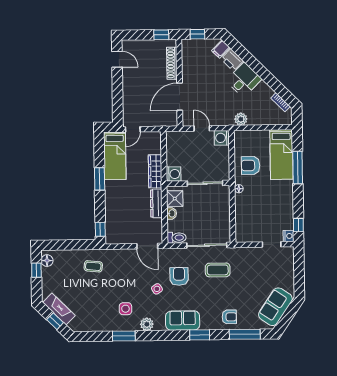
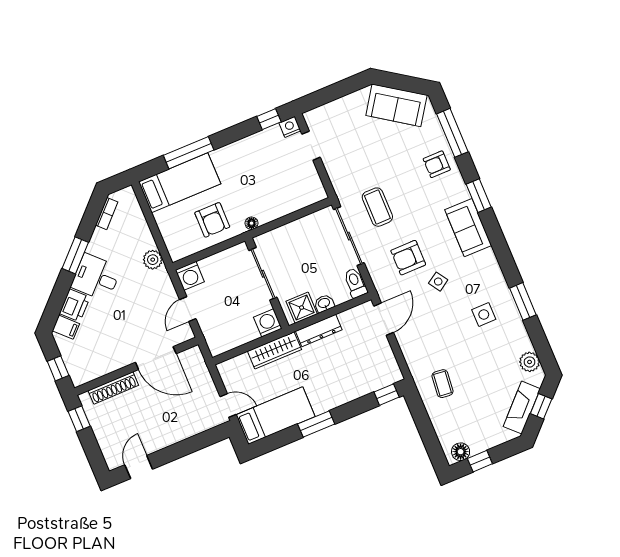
window: (263, 73) -> (75, 255), added
armchair: (229, 317) -> (437, 164), turned -90
plant: (147, 324) -> (530, 362), moved

